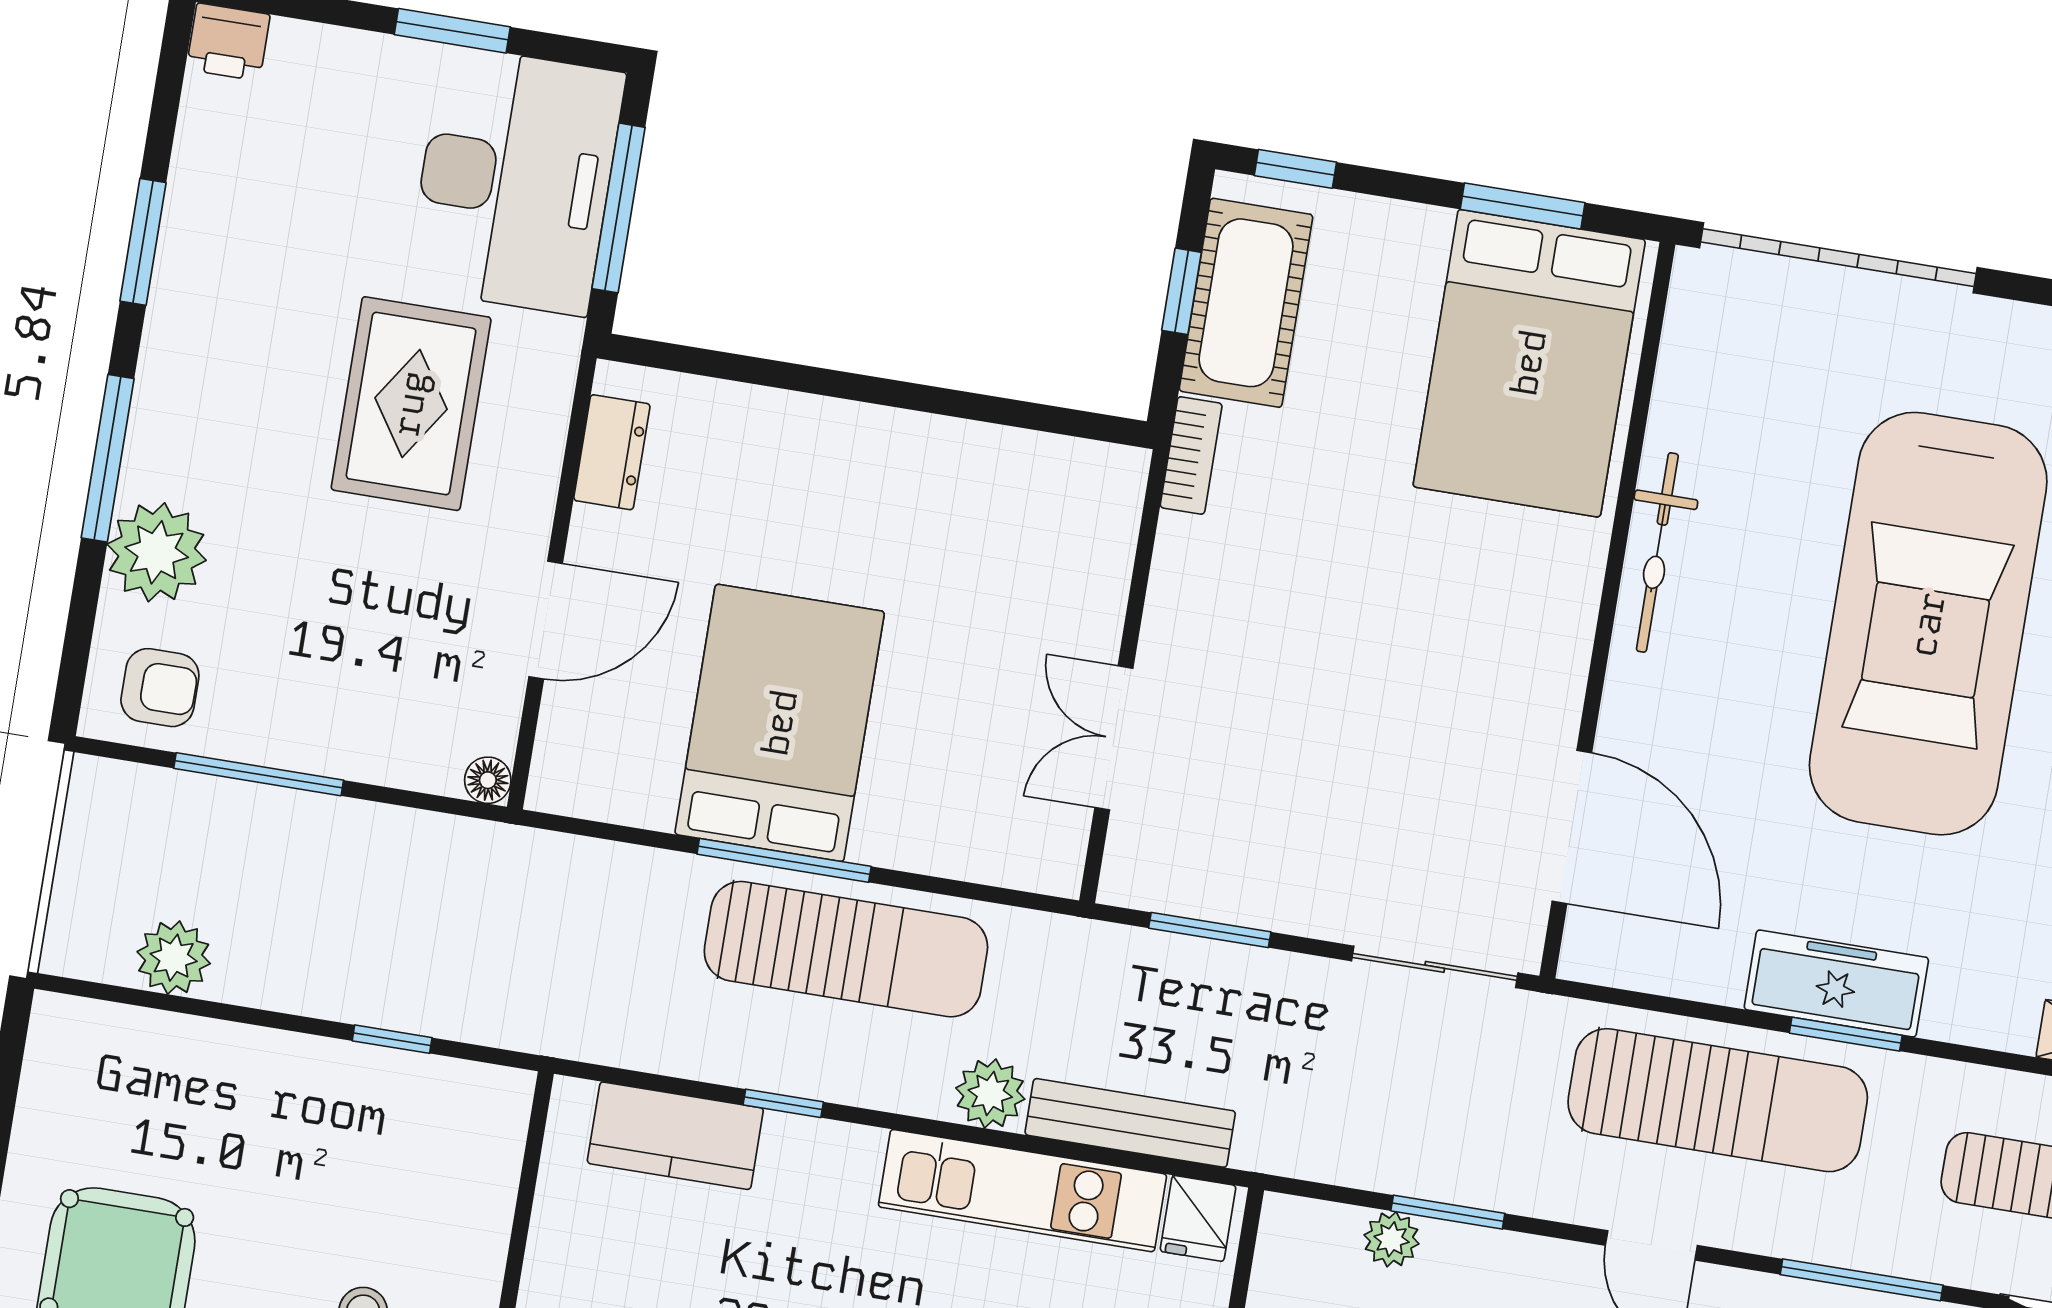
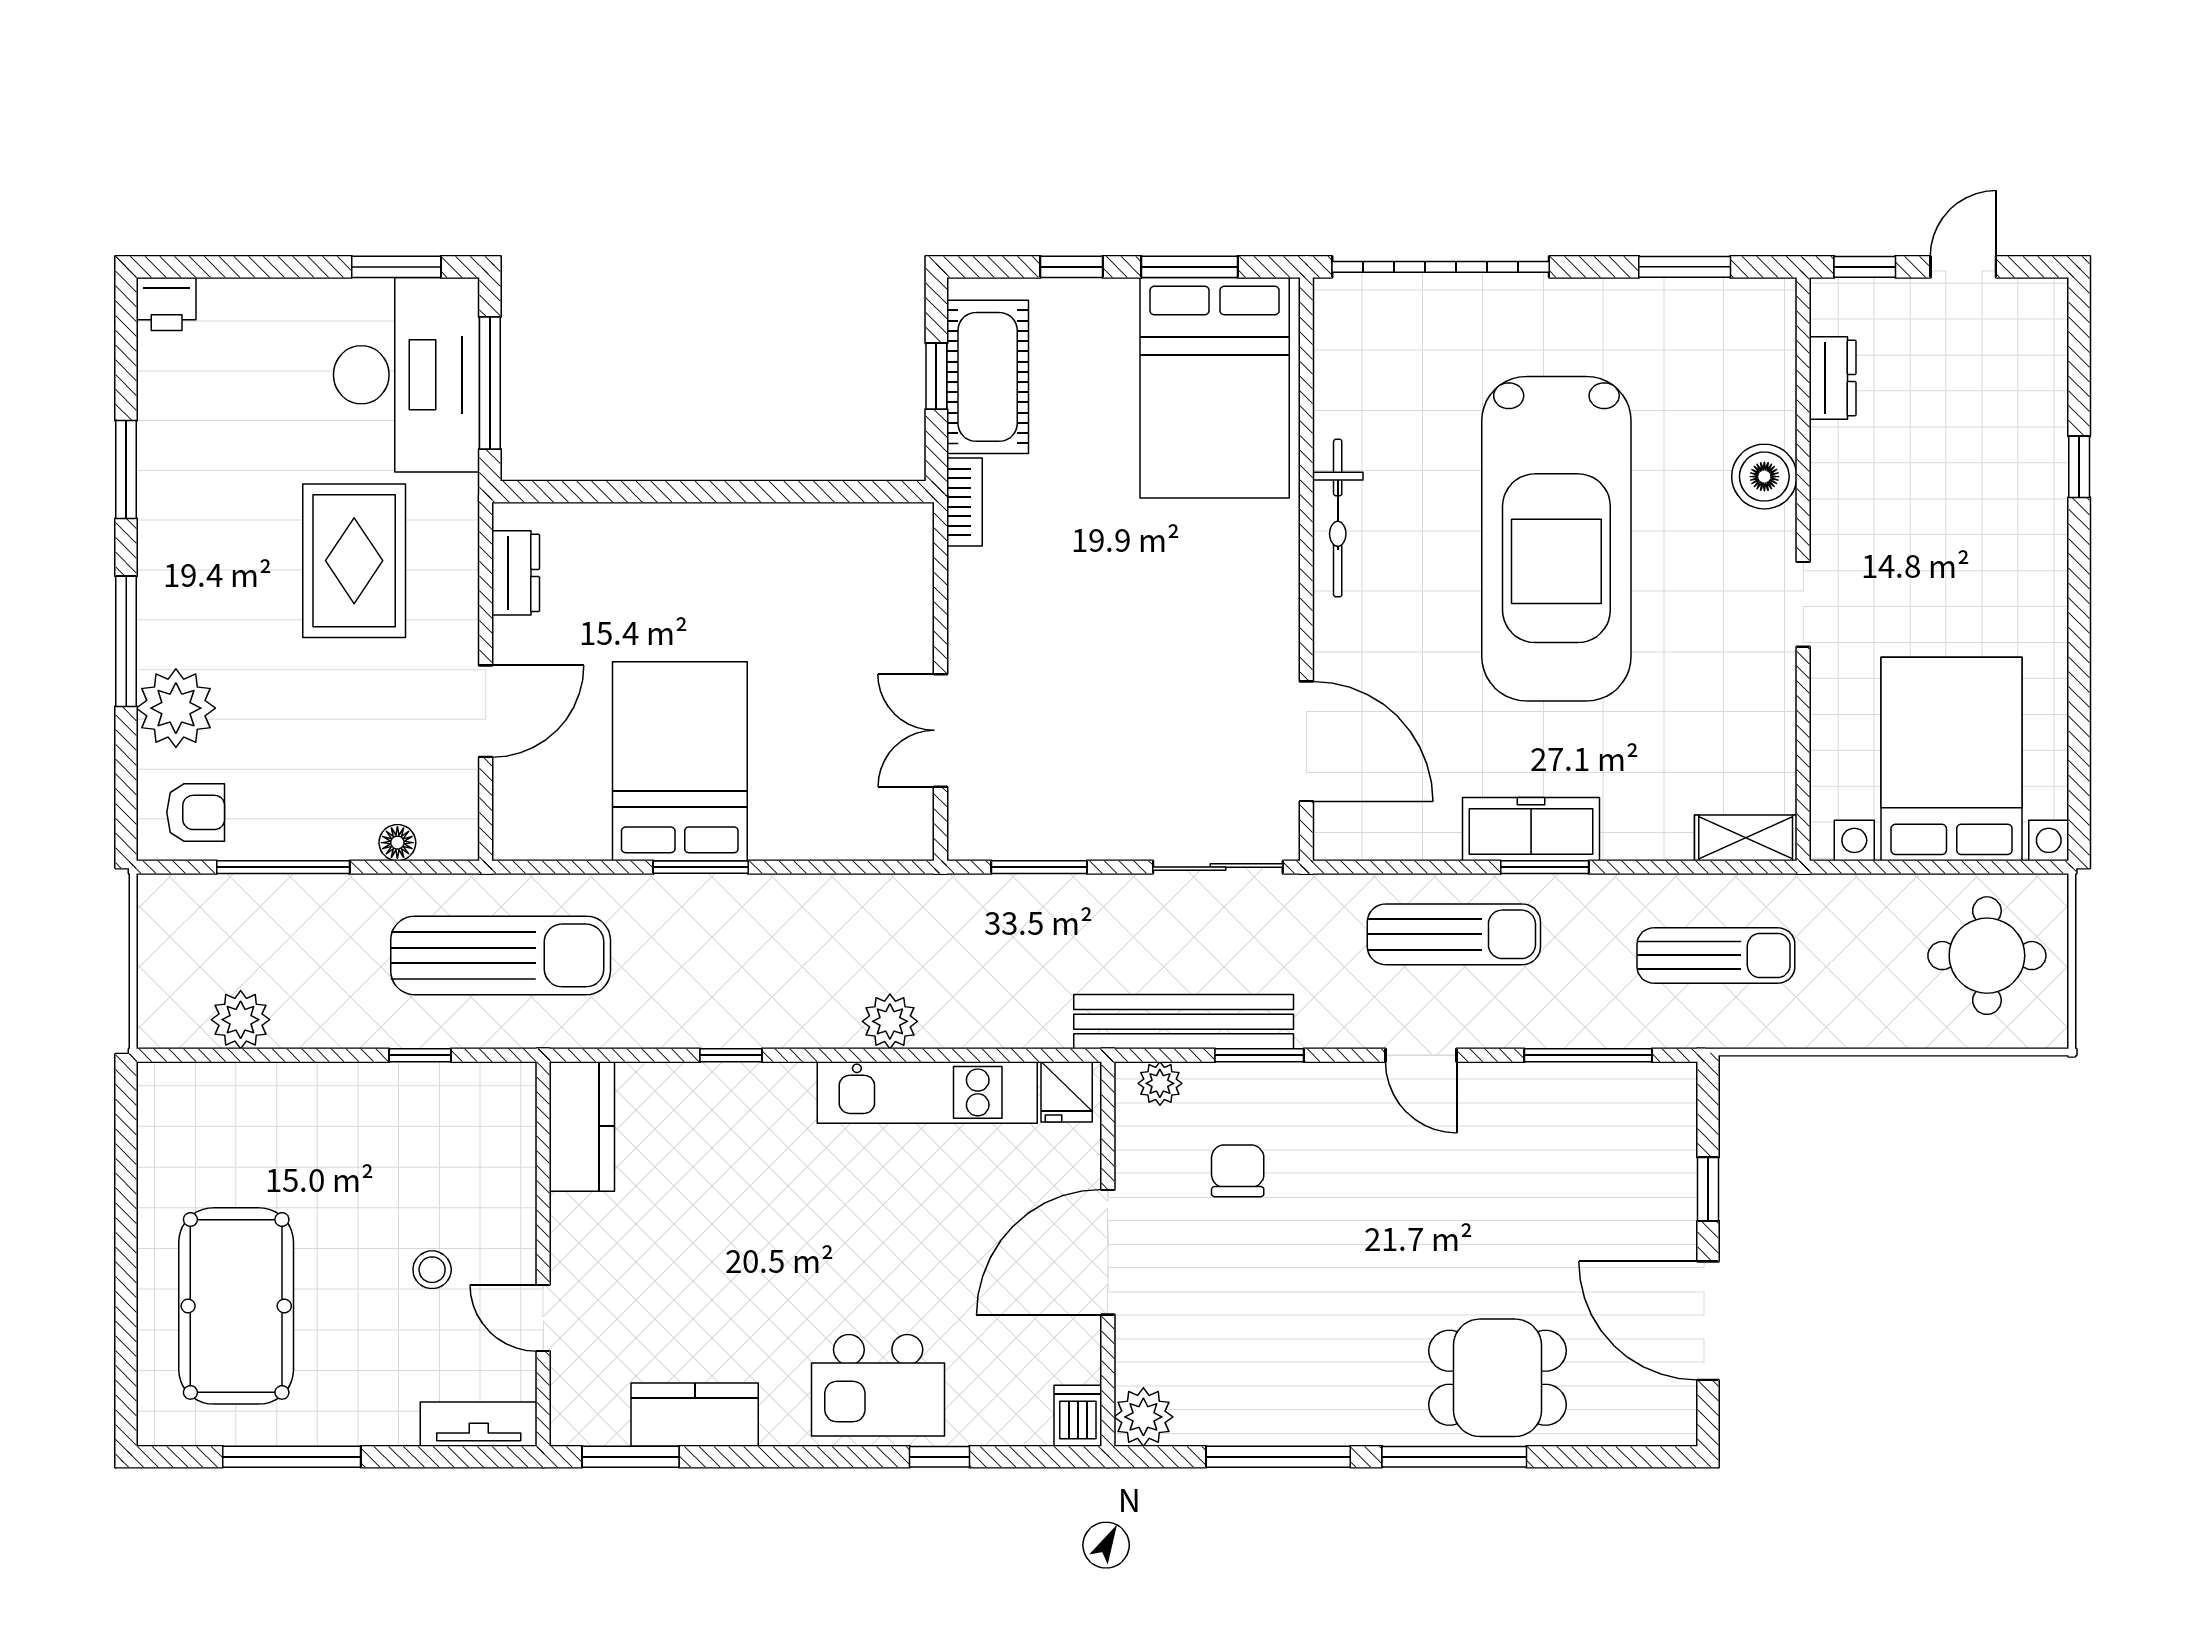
window: (452, 31) -> (396, 267), moved
window: (1295, 169) -> (1072, 267), moved
floor lamp: (488, 780) -> (397, 843), moved
window: (784, 860) -> (701, 867), width x0.69
sun lounger: (846, 949) -> (501, 955), moved
sun lounger: (1718, 1100) -> (1454, 934), width x0.73, depth x0.75
bench: (1130, 1123) -> (1184, 1022), moved, width x1.37, depth x1.21
kitchen counter: (675, 1136) -> (582, 1126), moved, turned -90
plant: (1392, 1239) -> (1160, 1083), moved

